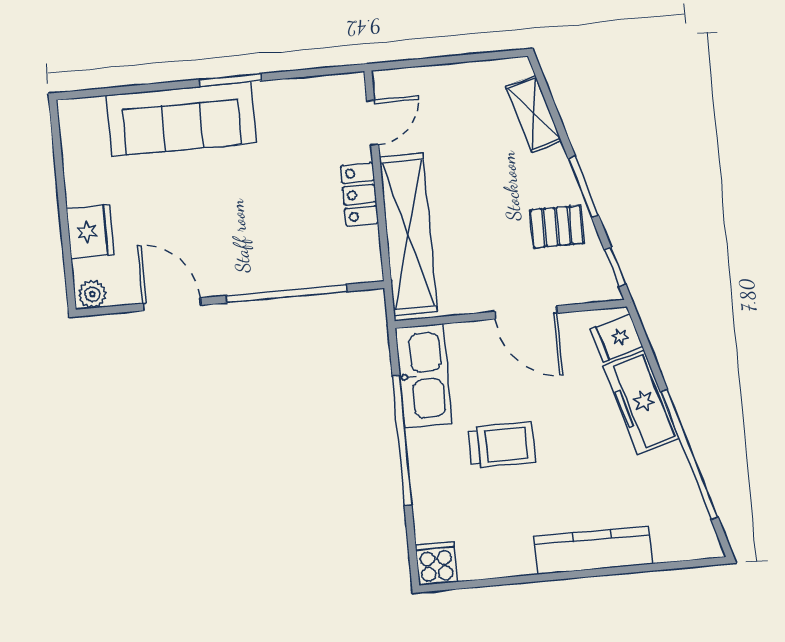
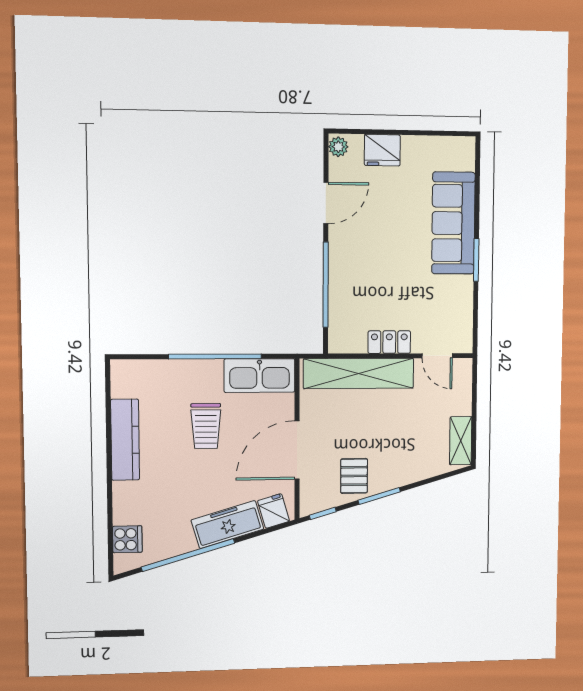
shelving: (534, 114) -> (461, 441), moved, turned -74
door: (526, 312) -> (297, 450), width x1.36
kitchen counter: (593, 550) -> (125, 440), moved
cooker: (436, 563) -> (127, 539), moved

